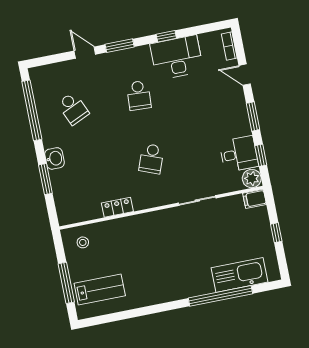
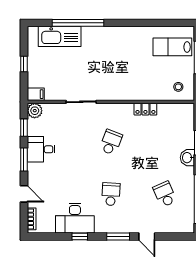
desk: (239, 154) -> (41, 149), moved

